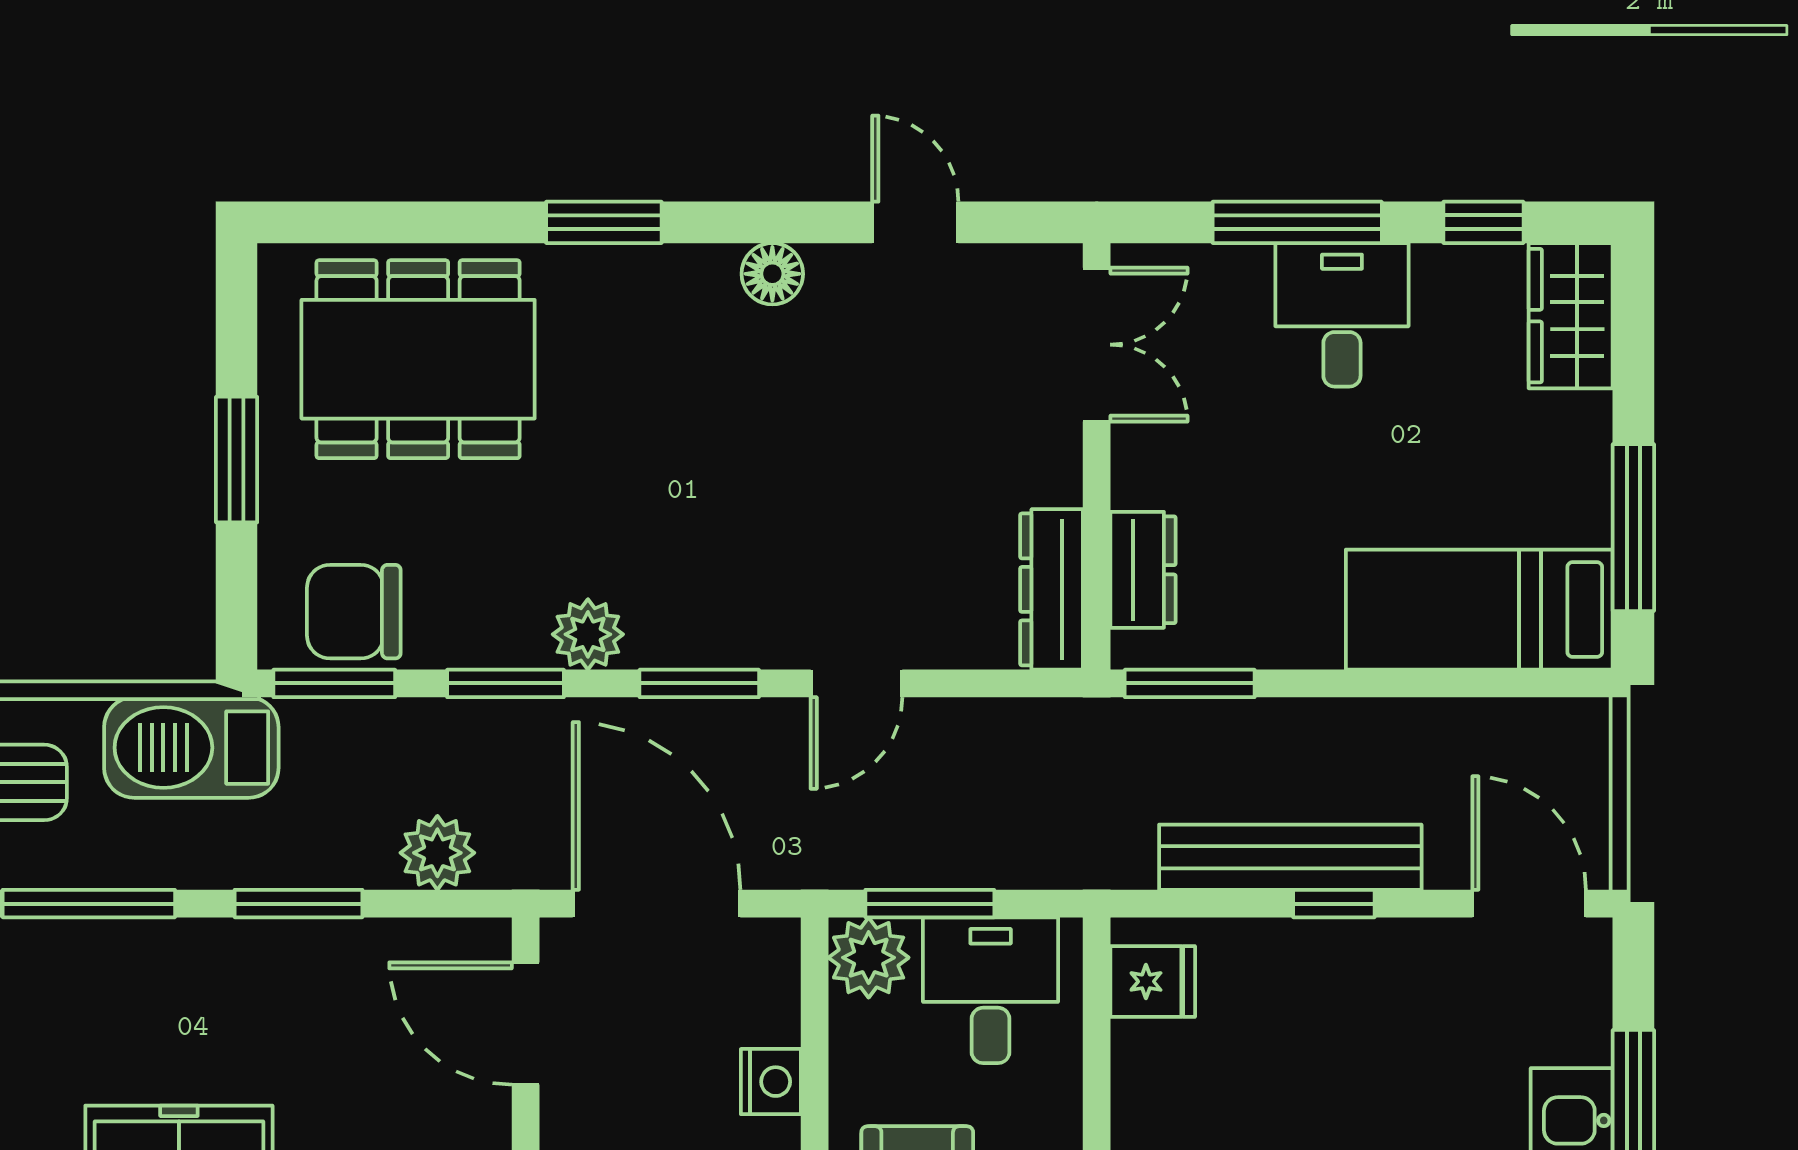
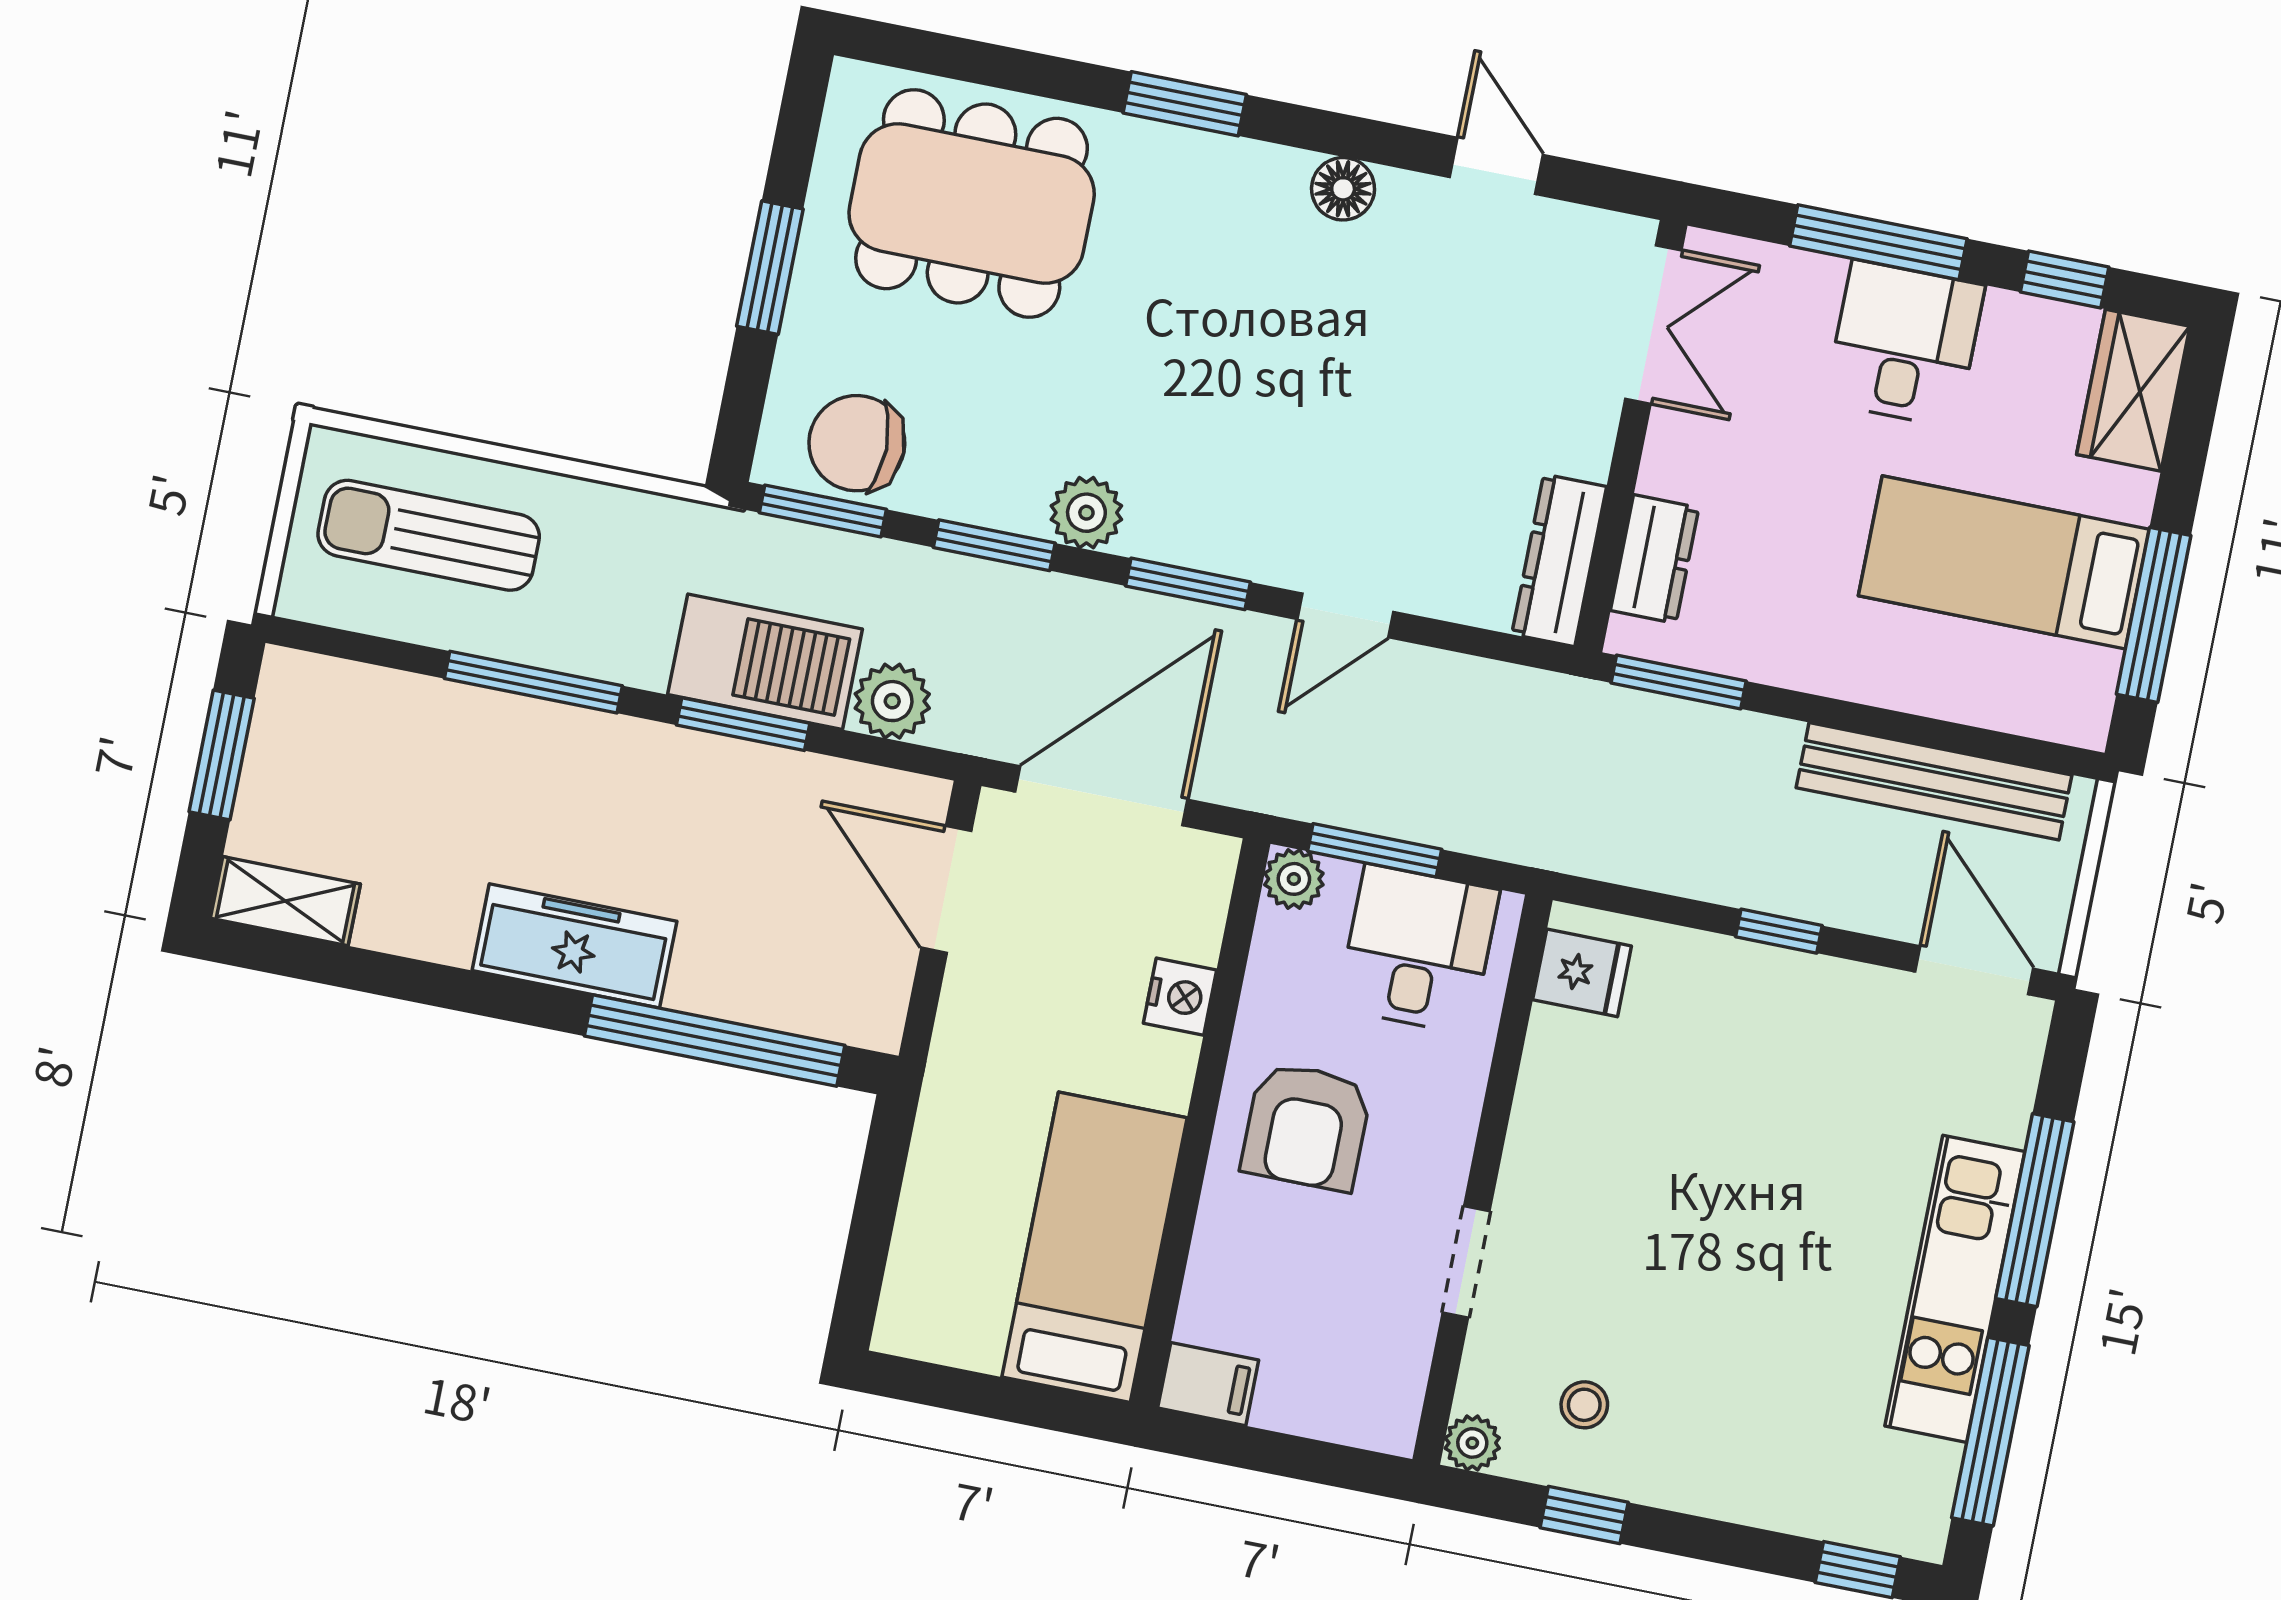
bed: (1479, 610) -> (2004, 562), moved
barbecue: (191, 748) -> (765, 662), moved, turned 180
bench: (1290, 857) -> (1934, 781), moved
door: (657, 904) -> (1101, 796), hinge flipped
plant: (869, 958) -> (1294, 879), width x0.73, depth x0.73

